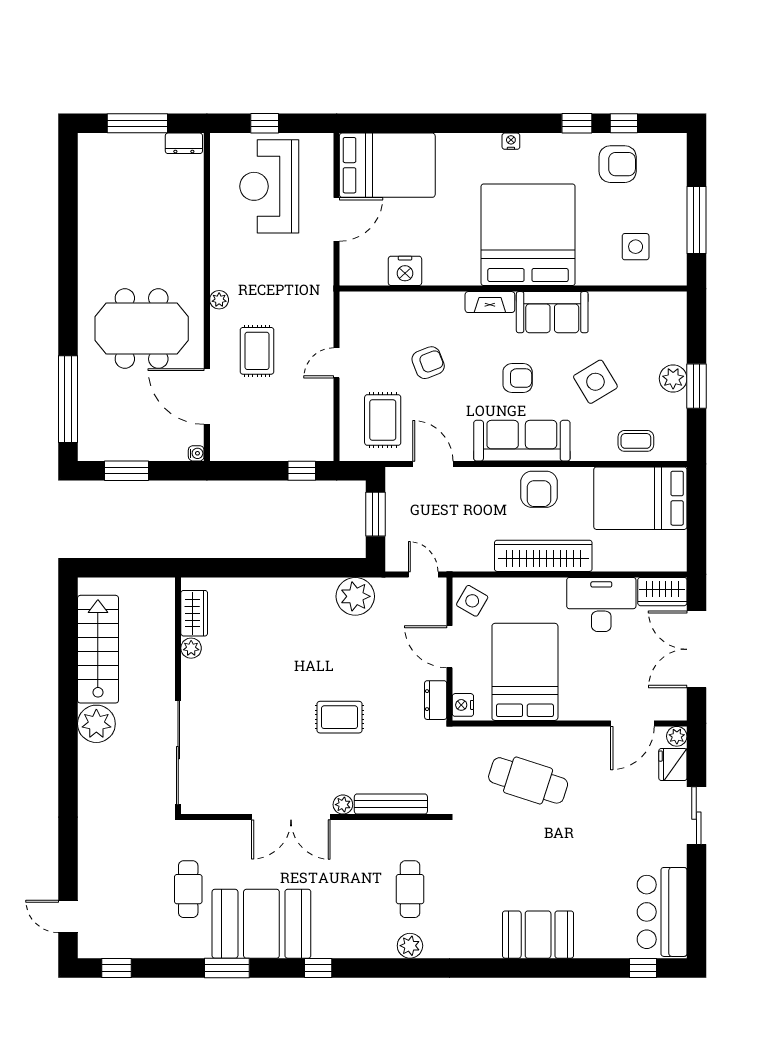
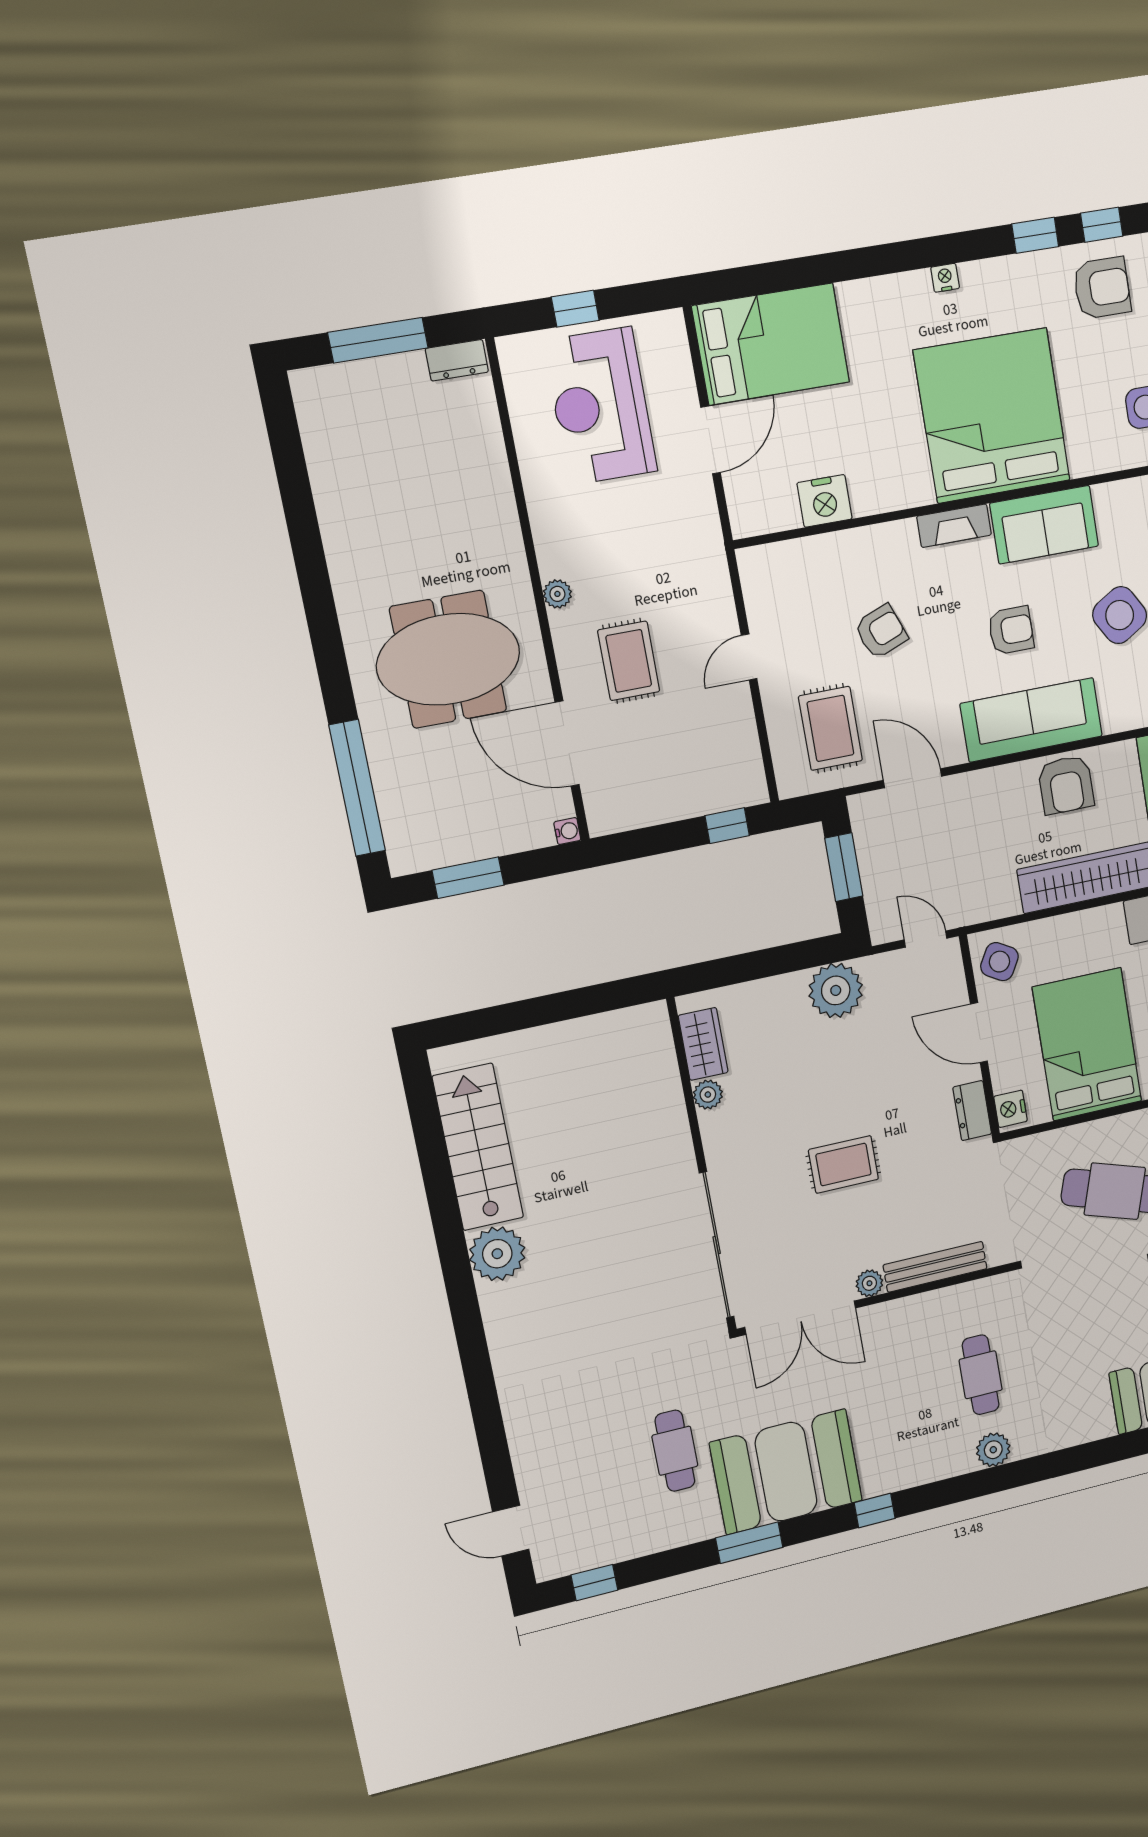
wardrobe: (194, 613) -> (703, 1044), moved
plant: (191, 648) -> (708, 1095), moved
wall: (178, 696) -> (702, 1166), moved
sliding door: (178, 753) -> (717, 1245), moved

